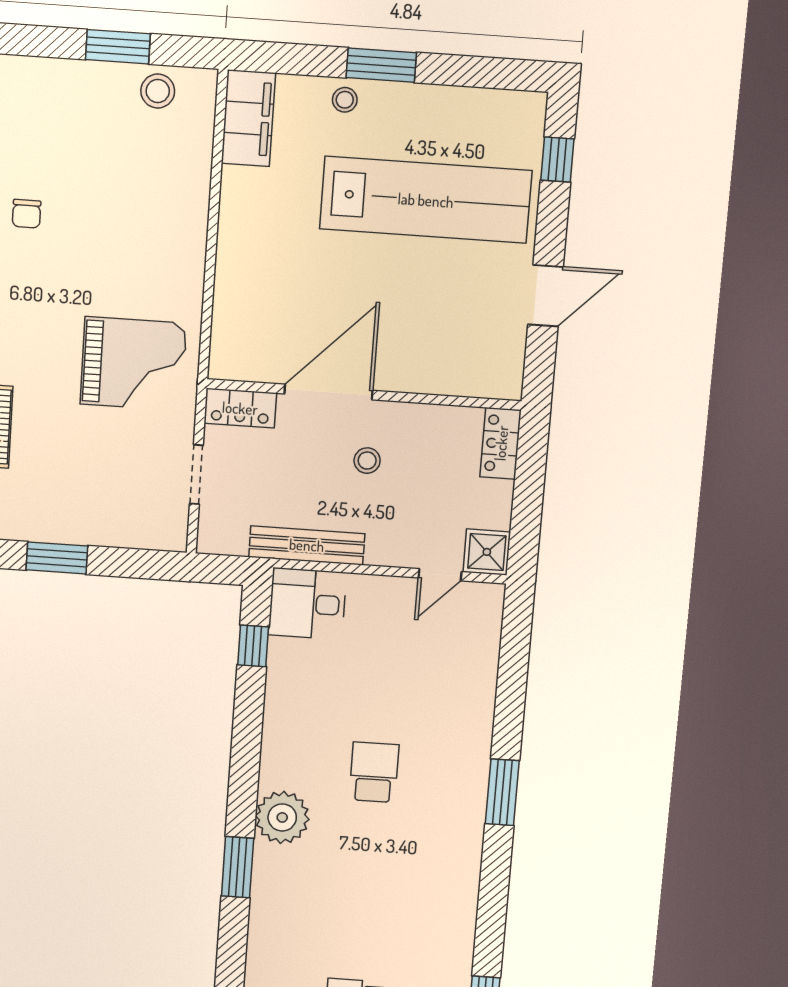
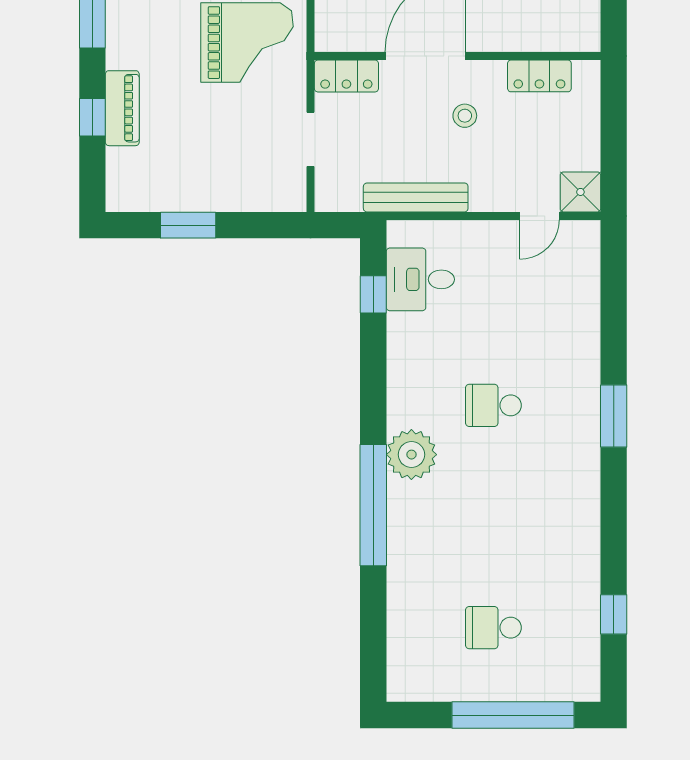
locker: (501, 443) -> (539, 76), moved, turned -90
desk: (307, 604) -> (420, 279), moved
school desk: (374, 772) -> (493, 405), turned -90
window: (238, 867) -> (373, 505), width x2.11

